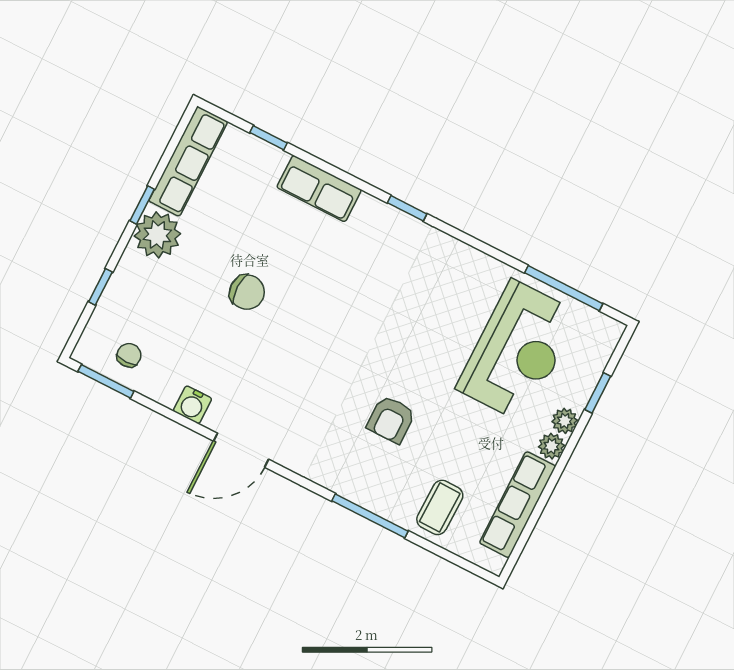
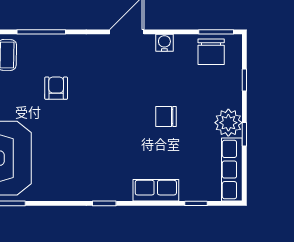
chair: (129, 355) -> (211, 52), width x1.87, depth x1.87

